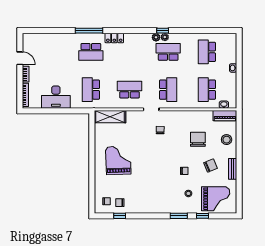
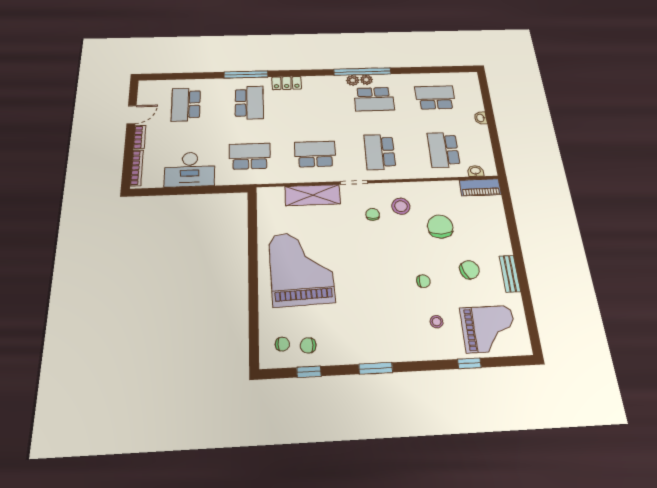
window: (163, 31) -> (362, 72), width x3.17
school desk: (52, 52) -> (186, 104), added
school desk: (91, 52) -> (249, 103), turned -90
school desk: (168, 52) -> (374, 99), turned 180
school desk: (207, 52) -> (435, 97), turned 90
door: (20, 58) -> (132, 115), hinge flipped
school desk: (91, 90) -> (250, 156), turned 90
school desk: (168, 90) -> (380, 152), turned 180
shelving: (110, 117) -> (313, 195), moved
stool: (227, 140) -> (401, 206), moved
grand piano: (118, 160) -> (301, 268), width x1.37, depth x1.48
window: (179, 216) -> (376, 368), moved

